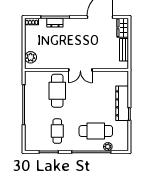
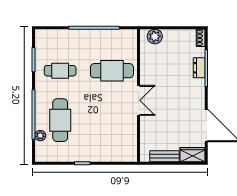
double door: (80, 70) -> (139, 100), swing flipped
dresser: (122, 103) -> (96, 154), removed

